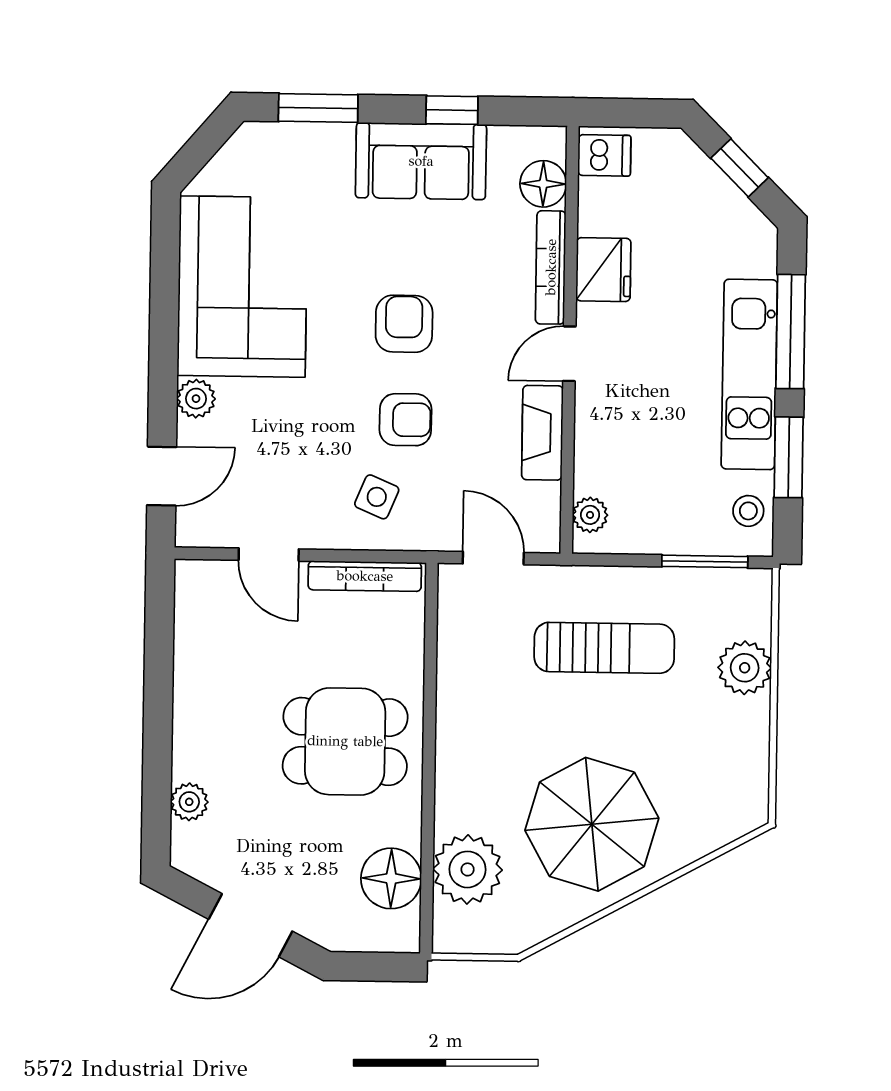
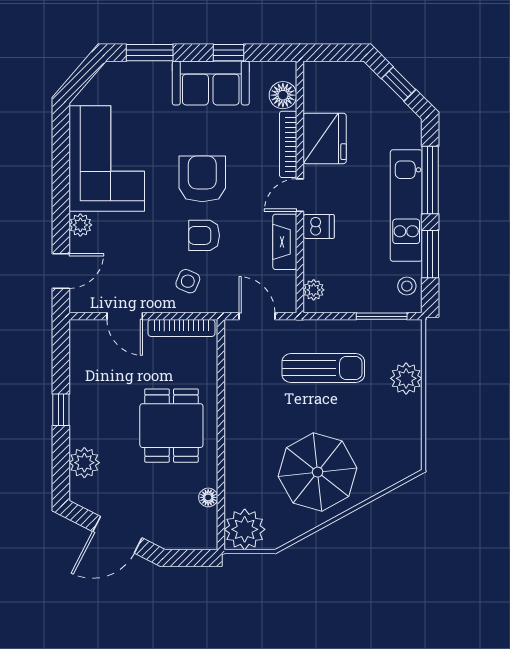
dishwasher: (604, 155) -> (319, 226), moved
fridge: (603, 270) -> (325, 138), width x1.36, depth x1.34
armchair: (404, 324) -> (202, 179), width x1.38, depth x1.38
armchair: (406, 420) -> (204, 235), turned 180
window: (158, 711) -> (61, 410), added
dining table: (345, 741) -> (171, 426), turned 90
plant: (189, 802) -> (84, 463), width x1.38, depth x1.38
plant: (468, 869) -> (245, 529), moved
floor lamp: (391, 878) -> (208, 497), width x0.53, depth x0.53

